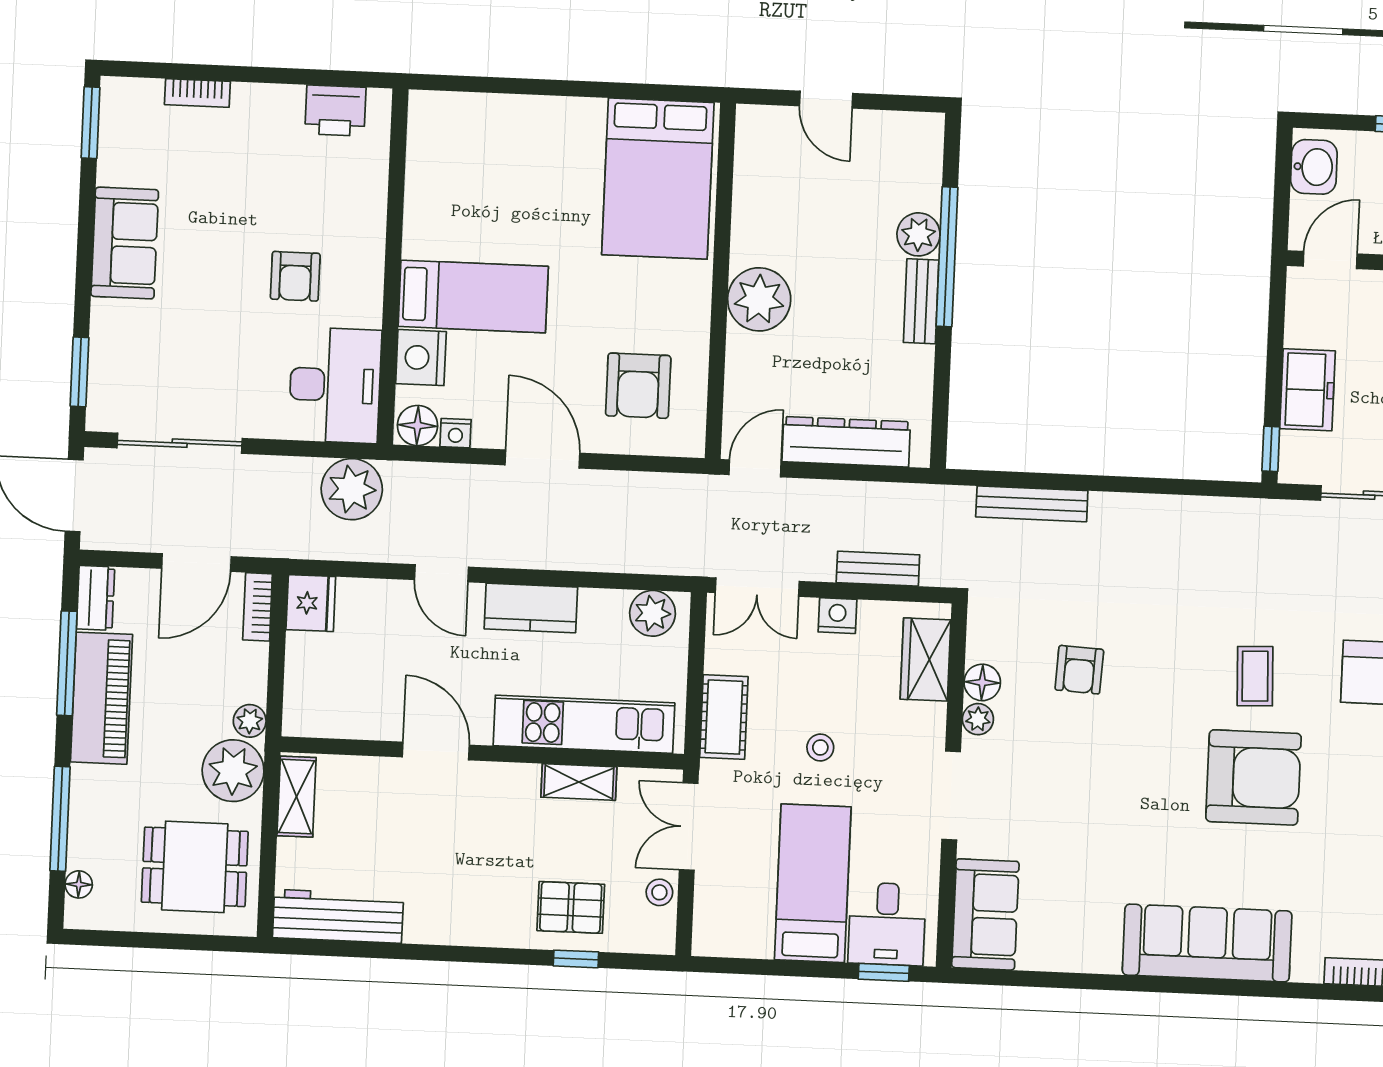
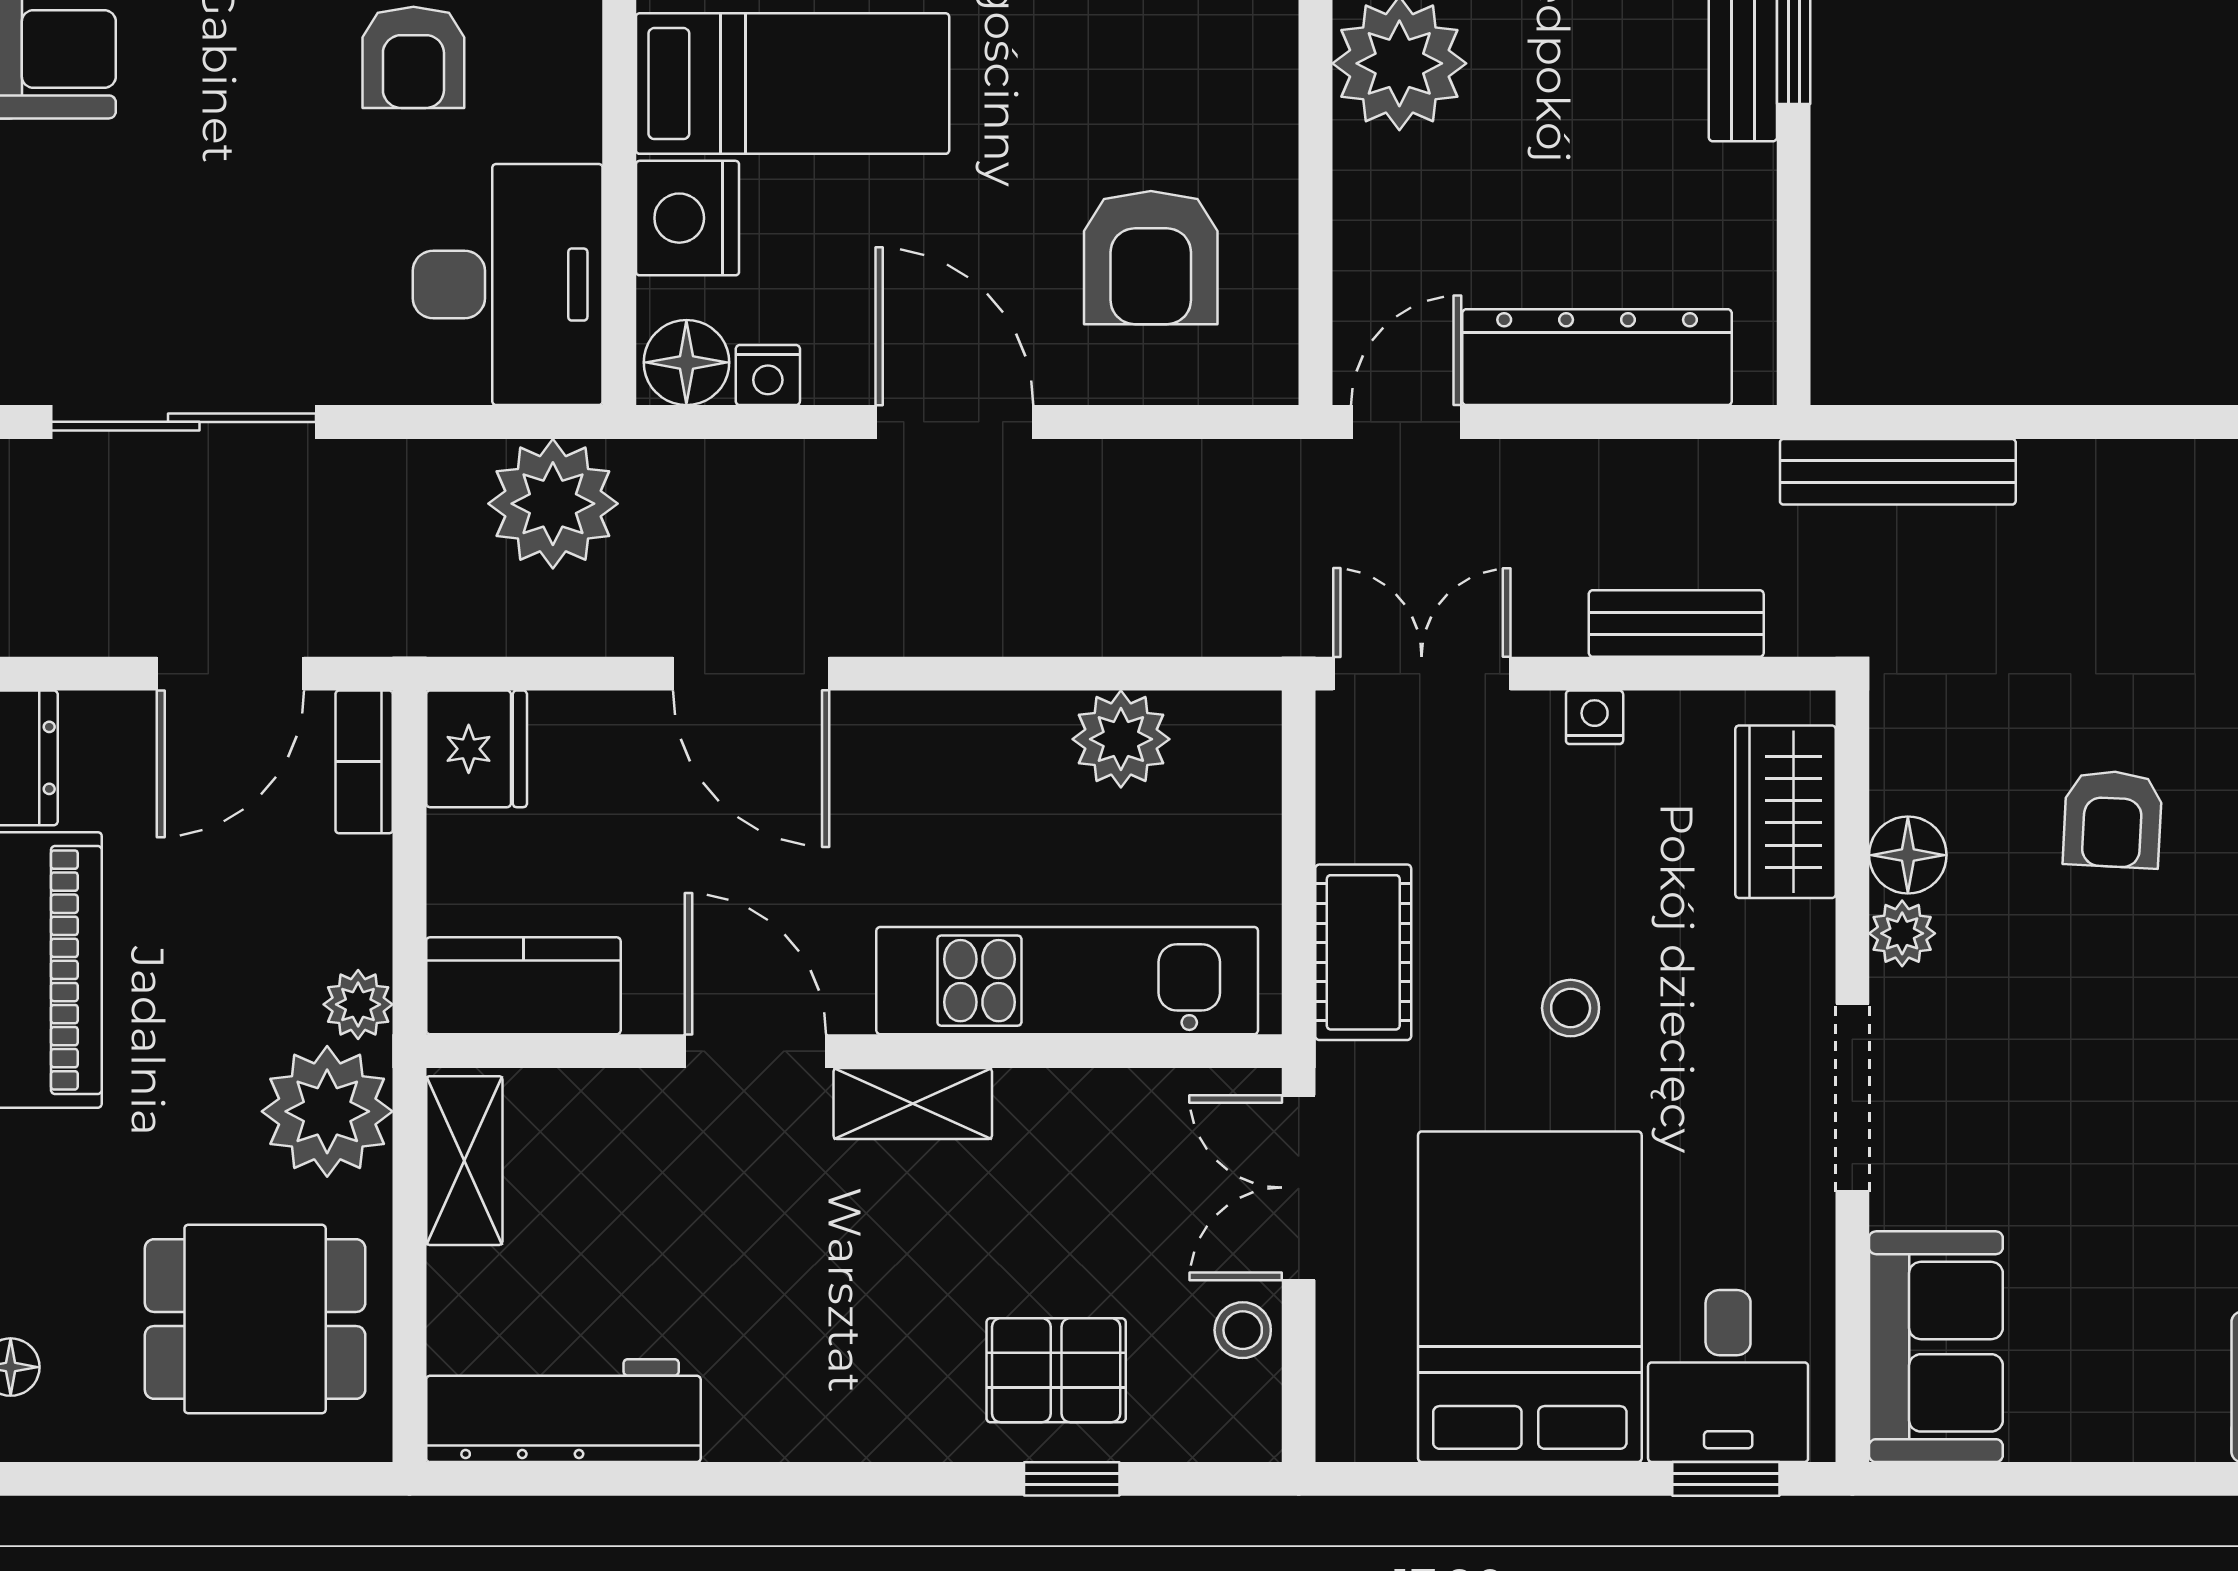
bench: (1032, 504) -> (1898, 472), moved
door: (442, 573) -> (751, 674), width x1.38
double door: (757, 587) -> (1422, 674), swing flipped
kitchen counter: (531, 608) -> (523, 986), moved, turned 180
plant: (653, 613) -> (1121, 739), moved
nightstand: (837, 616) -> (1595, 717), width x0.72, depth x0.74
shelving: (579, 782) -> (913, 1104), moved
bed: (813, 883) -> (1530, 1297), width x1.50

